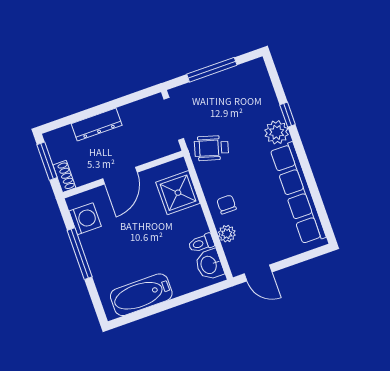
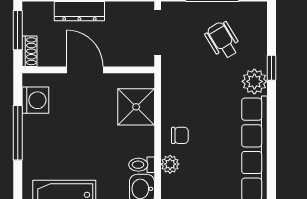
wheelchair: (211, 148) -> (223, 40), moved, turned 43
door: (120, 176) -> (85, 70), swing flipped
chair: (227, 204) -> (180, 135), turned 90

